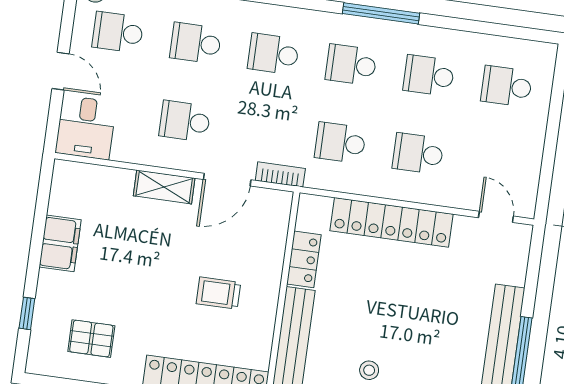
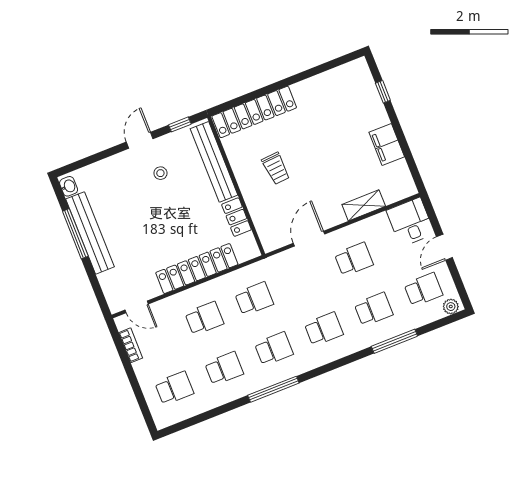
door: (61, 71) -> (444, 247), hinge flipped
bookcase: (280, 174) -> (131, 345), moved, turned -90
shelving: (164, 187) -> (364, 205), moved
trolley: (219, 293) -> (276, 168), turned 85
pallet: (91, 339) -> (336, 98), removed

